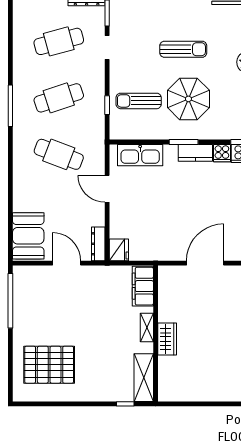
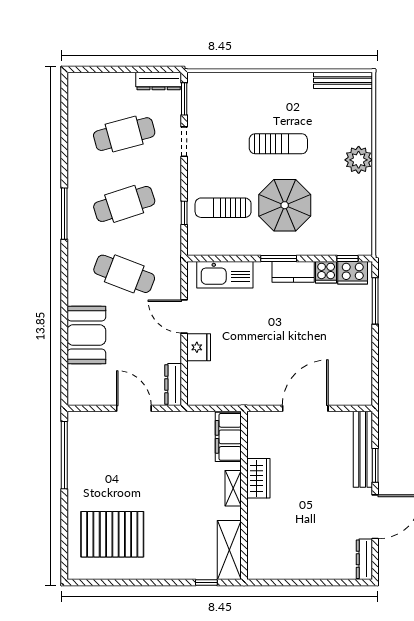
booth: (28, 236) -> (86, 335), moved
fridge: (119, 250) -> (199, 347), moved
wardrobe: (167, 339) -> (258, 478), moved

